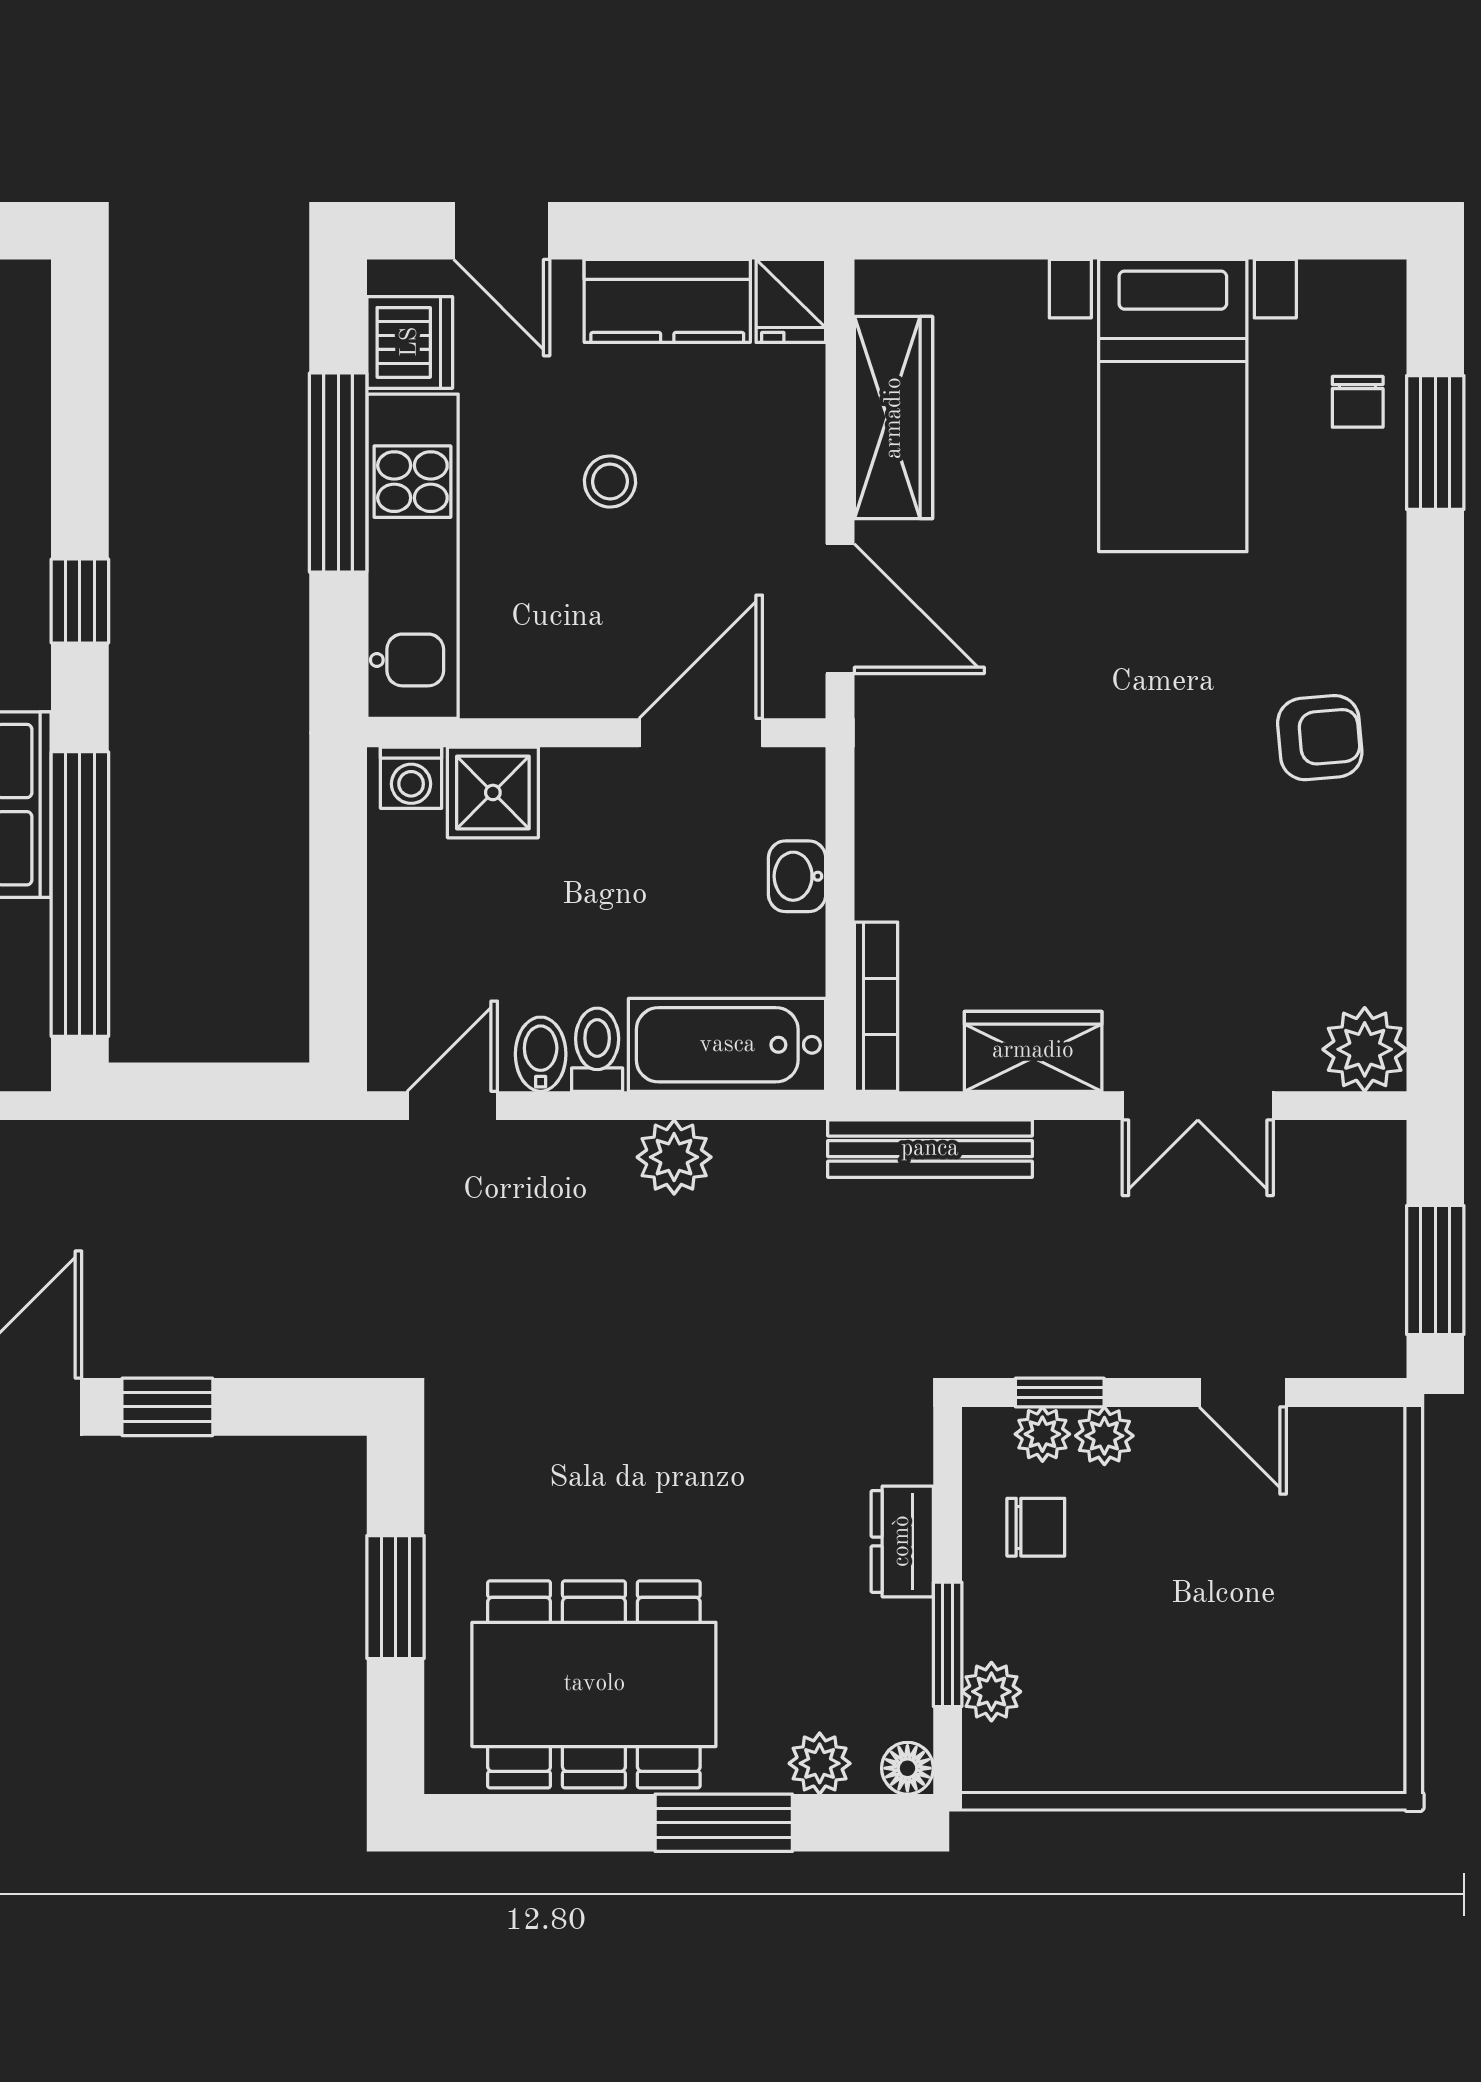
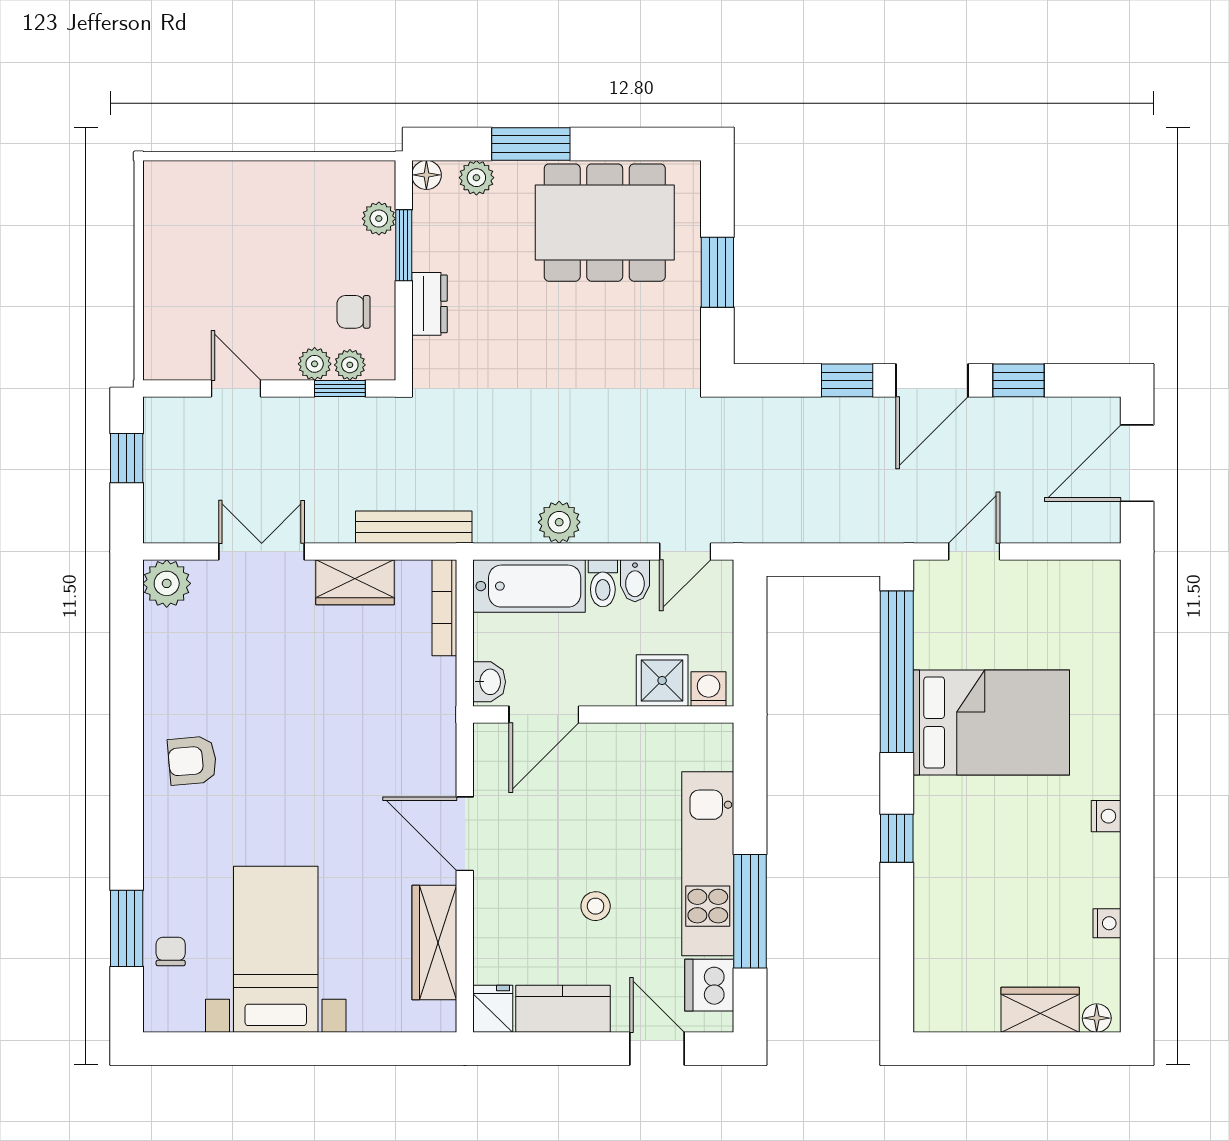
wall: (596, 733) -> (603, 714), moved
door: (701, 733) -> (544, 714), moved
washing machine: (411, 778) -> (709, 689), moved
shower: (493, 792) -> (662, 681), moved
window: (1435, 1270) -> (127, 458), width x0.67

